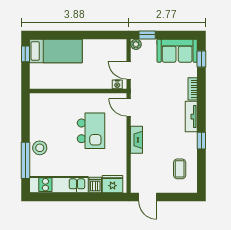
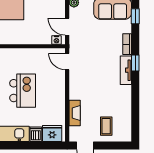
kitchen island: (91, 131) -> (23, 91), moved
fireplace: (137, 140) -> (75, 113), moved
window: (201, 141) -> (135, 63), moved
coffee table: (180, 169) -> (106, 126), moved

